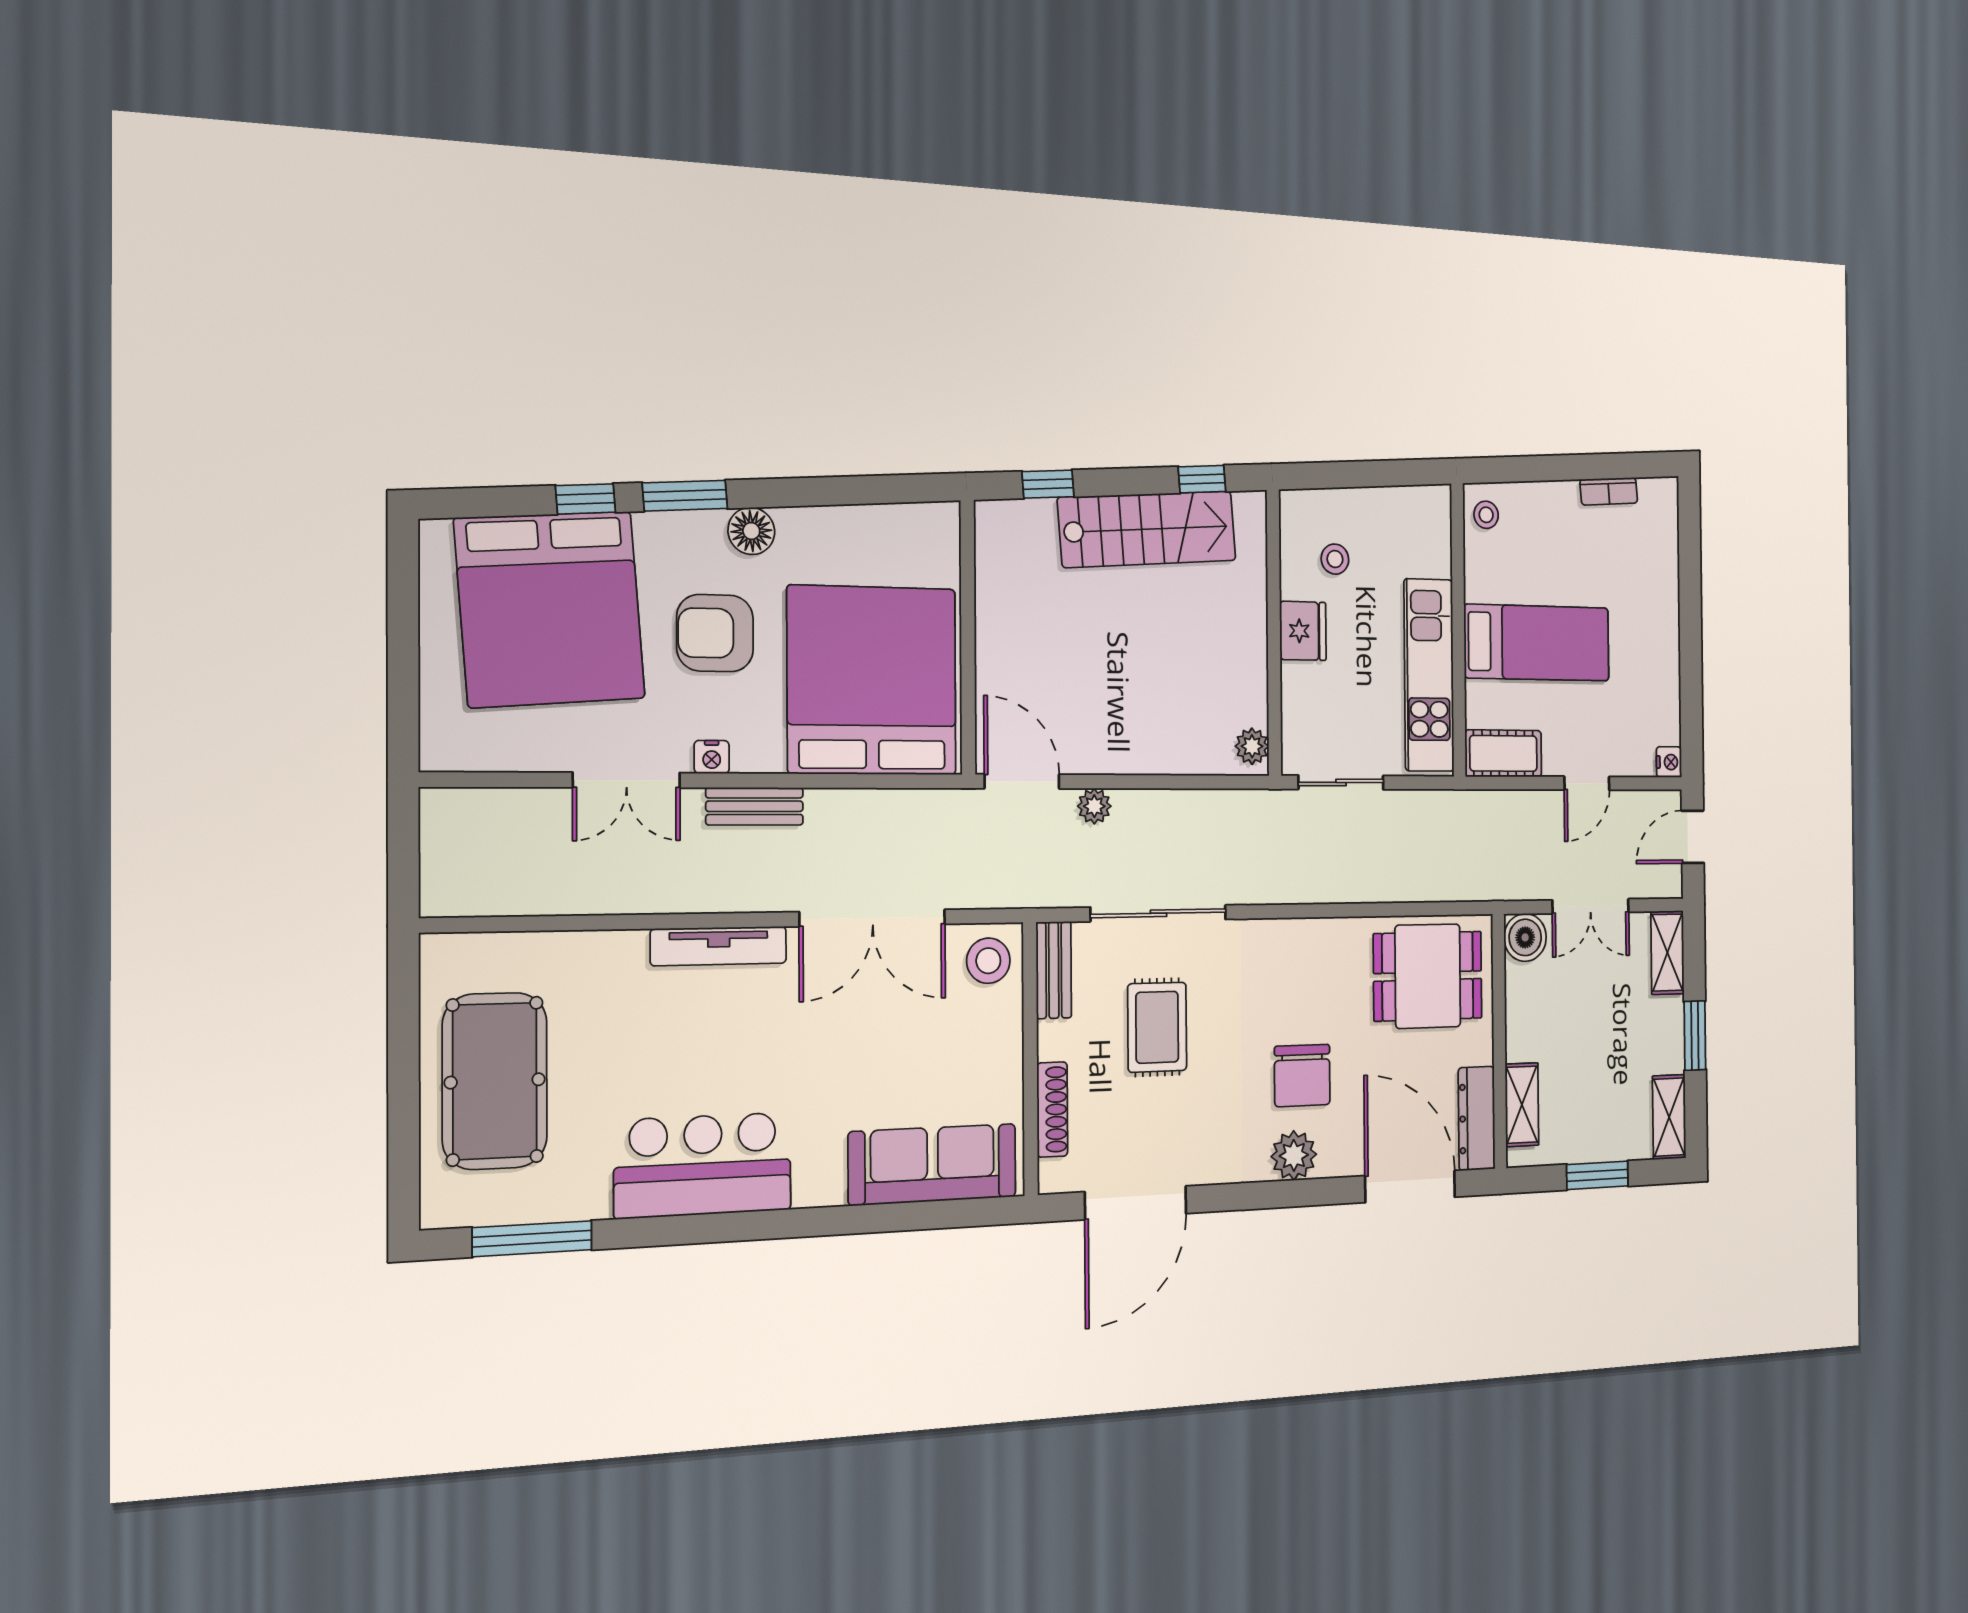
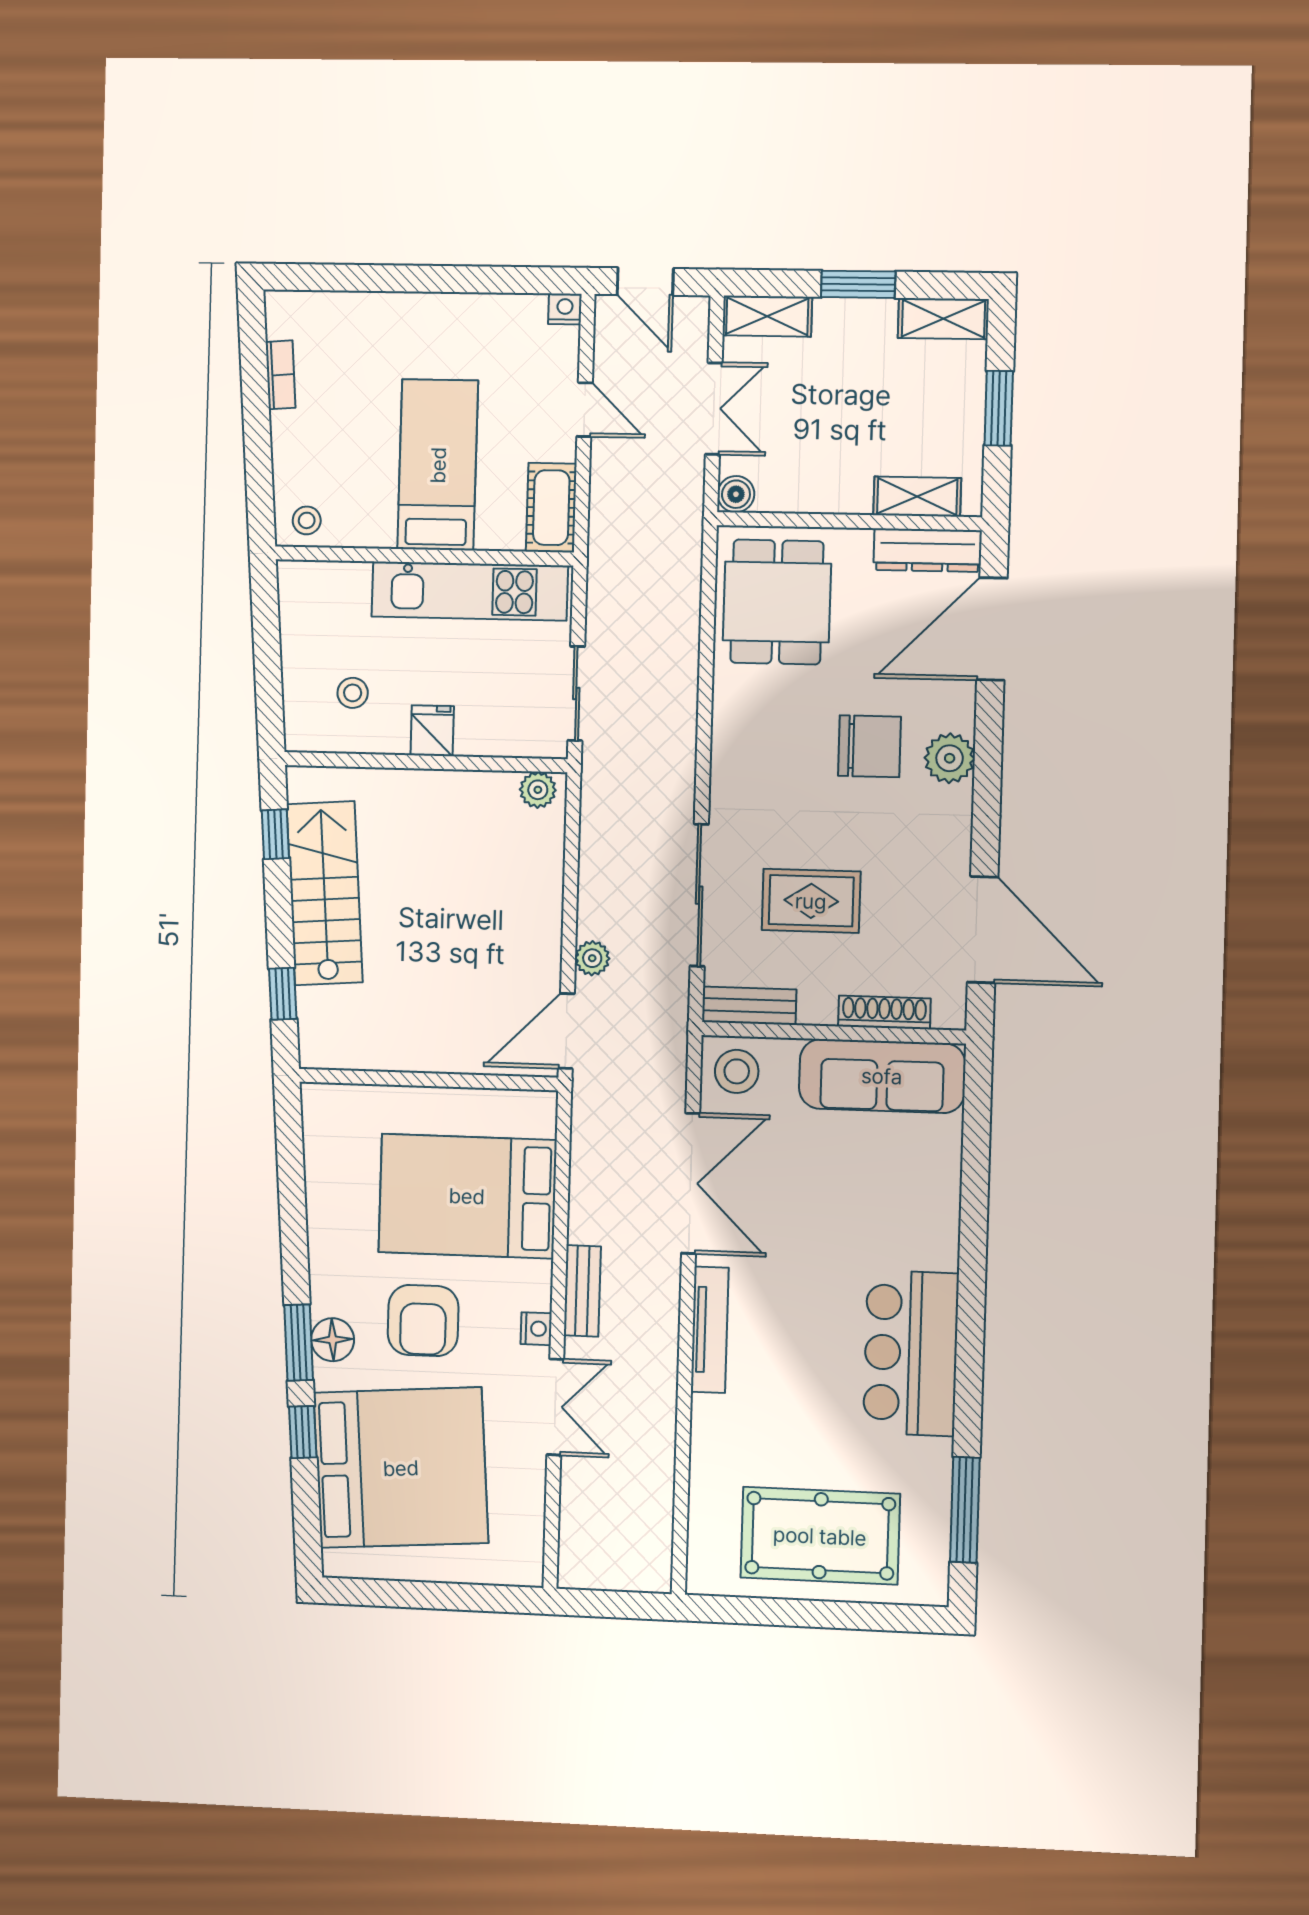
floor lamp: (751, 531) -> (333, 1340), moved
fridge: (1303, 631) -> (432, 731), width x0.72
bed: (872, 681) -> (467, 1196), width x0.73
boiler: (1525, 937) -> (736, 494), width x0.73, depth x0.73
sofa: (933, 1164) -> (882, 1076), moved, turned -90

